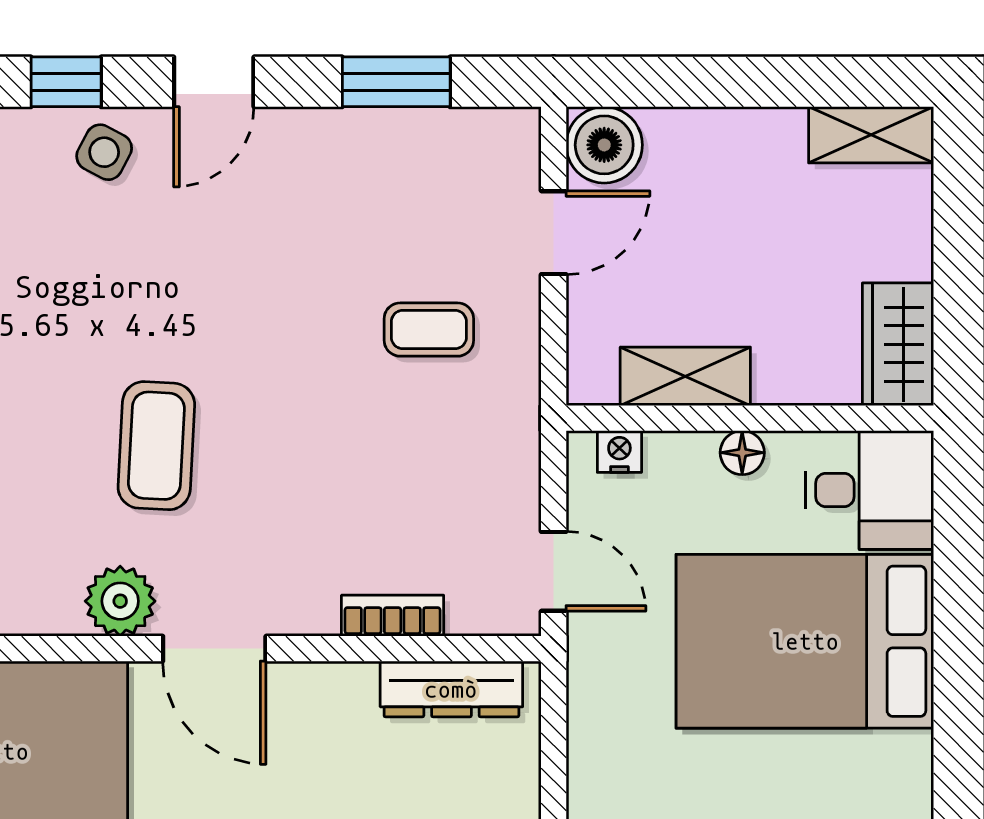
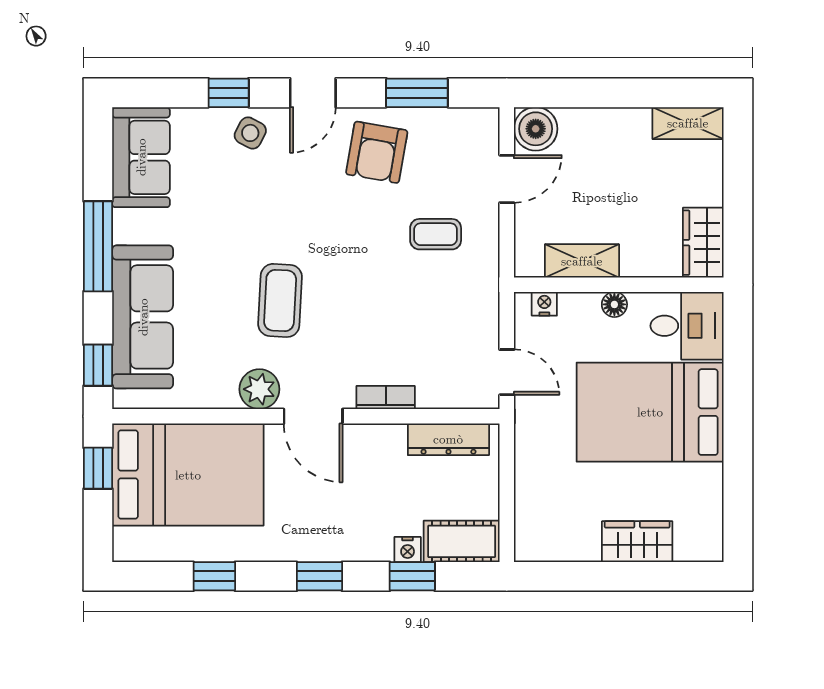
armchair: (326, 186) -> (377, 152), added
bookcase: (393, 616) -> (386, 397), moved

